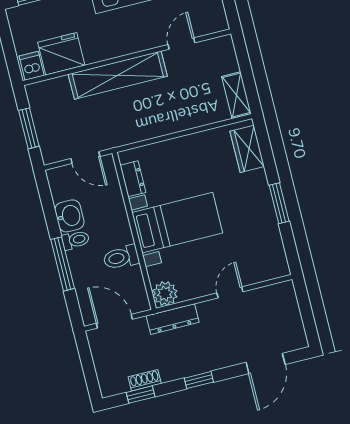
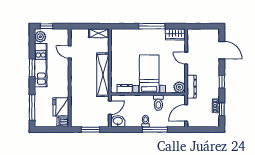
shelving: (118, 75) -> (103, 75), moved
wardrobe: (247, 149) -> (175, 34), moved
window: (279, 203) -> (152, 26), width x1.44
washbasin: (69, 216) -> (118, 121), moved

